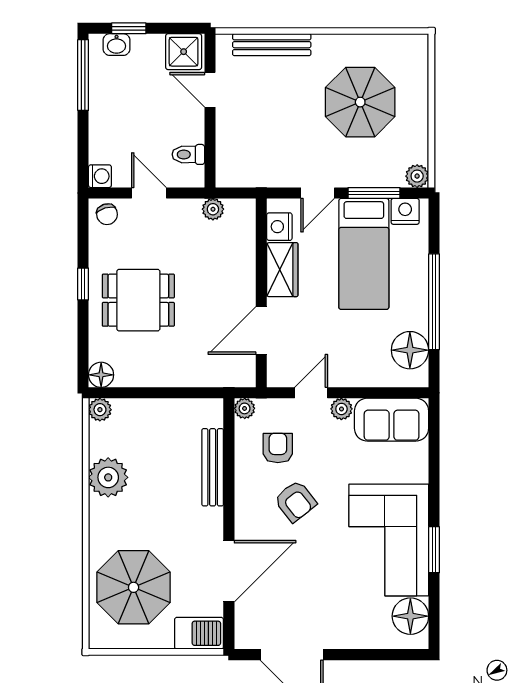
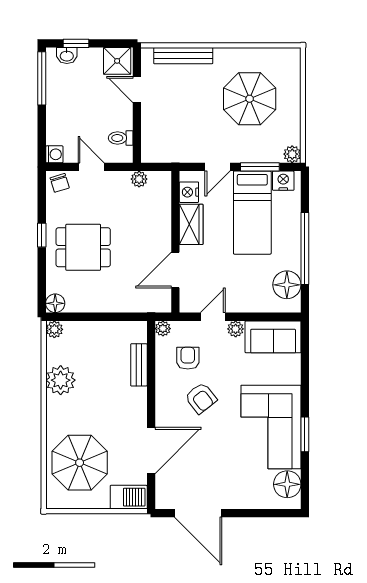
bench: (213, 467) -> (139, 365), width x0.73

